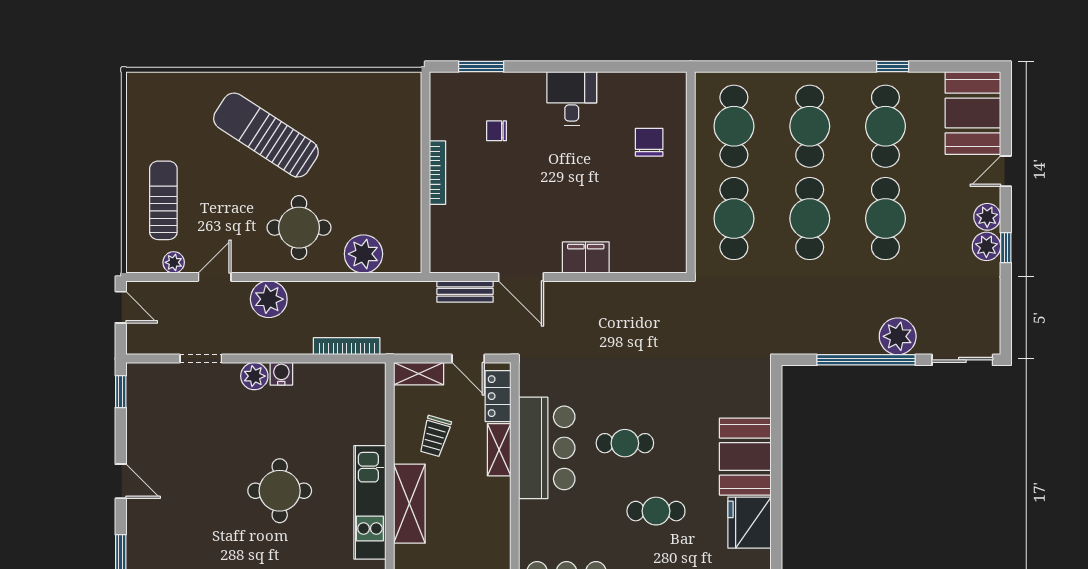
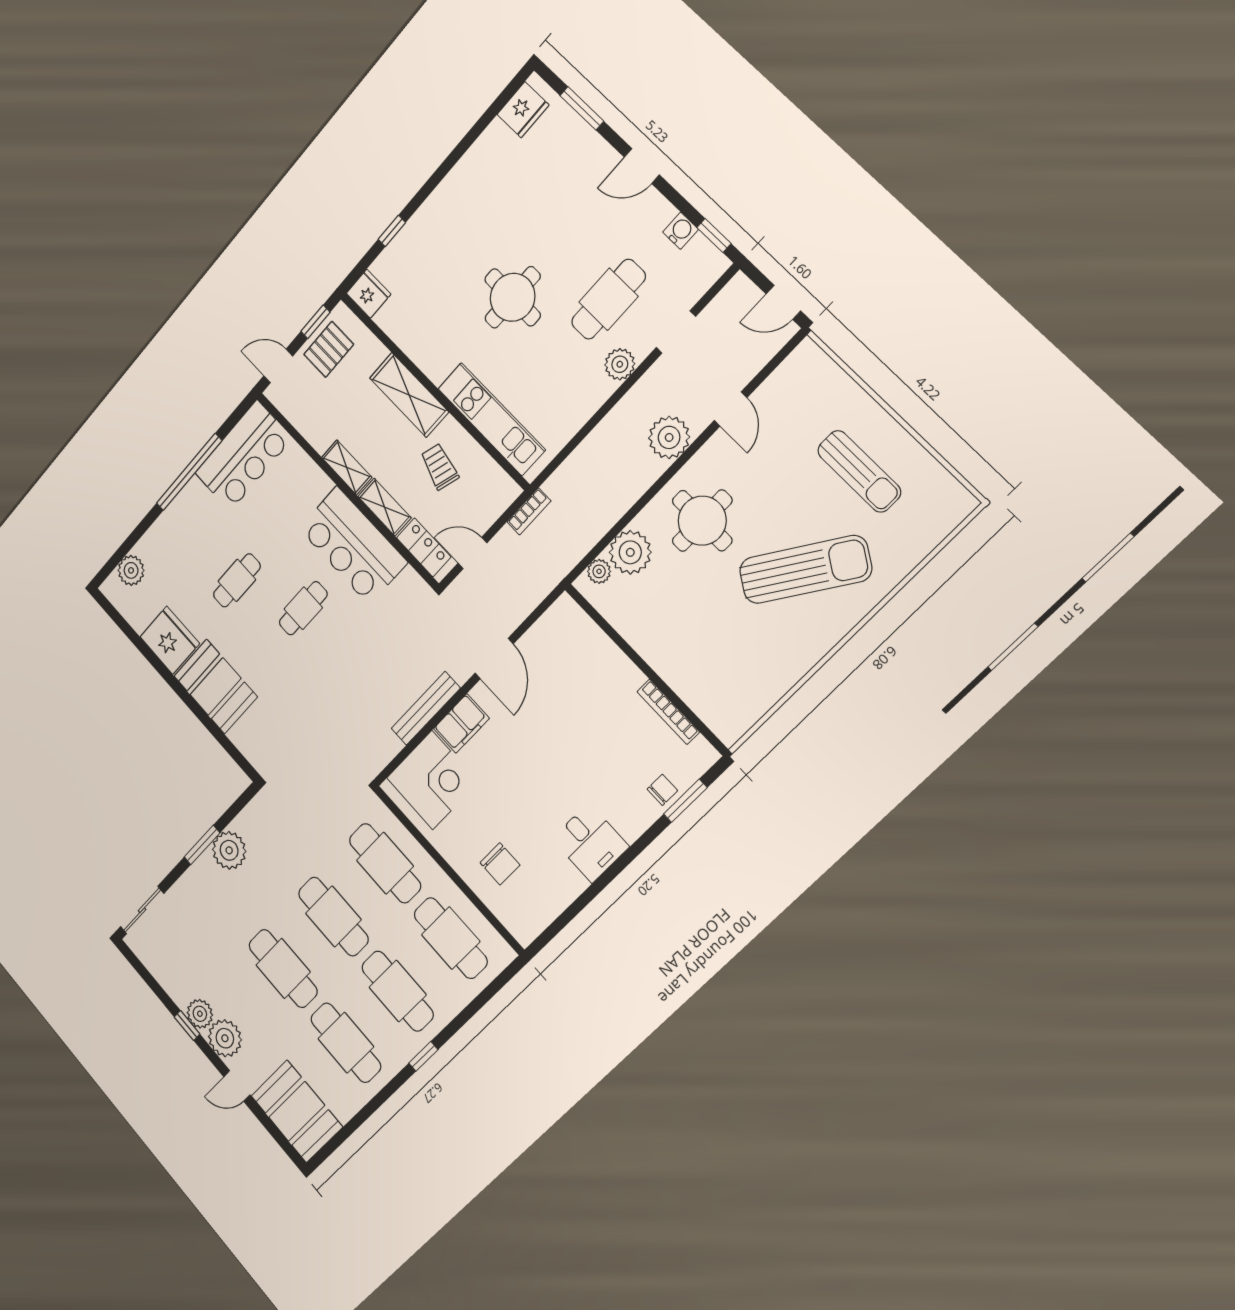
window: (893, 67) -> (423, 1056), moved
chair: (497, 131) -> (662, 790), moved
door: (1006, 171) -> (237, 1086), swing flipped
bookcase: (437, 173) -> (668, 712), moved
sun lounger: (163, 200) -> (859, 471), moved
plant: (987, 217) -> (225, 1038), width x1.36, depth x1.36
corner desk: (644, 241) -> (432, 780), added
plant: (174, 262) -> (599, 571), moved
door: (521, 277) -> (494, 659), swing flipped
bench: (465, 291) -> (426, 708), moved, width x1.36
plant: (898, 336) -> (229, 850), moved
bookcase: (347, 346) -> (529, 511), moved, width x0.64
window: (866, 360) -> (202, 845), width x0.47
water cooler: (281, 374) -> (681, 231), moved, turned -90
shelving: (419, 374) -> (347, 467), moved, turned 90
cafe table: (221, 423) -> (608, 299), added
kitchen unit: (370, 502) -> (491, 419), moved

